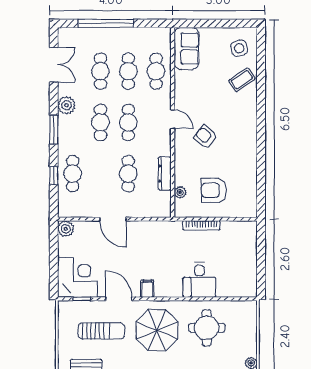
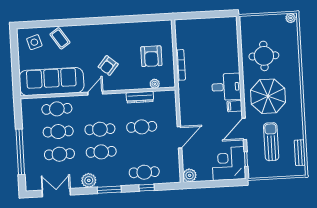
sofa: (187, 48) -> (51, 82), width x1.85, depth x1.27
desk: (199, 280) -> (226, 87), moved

